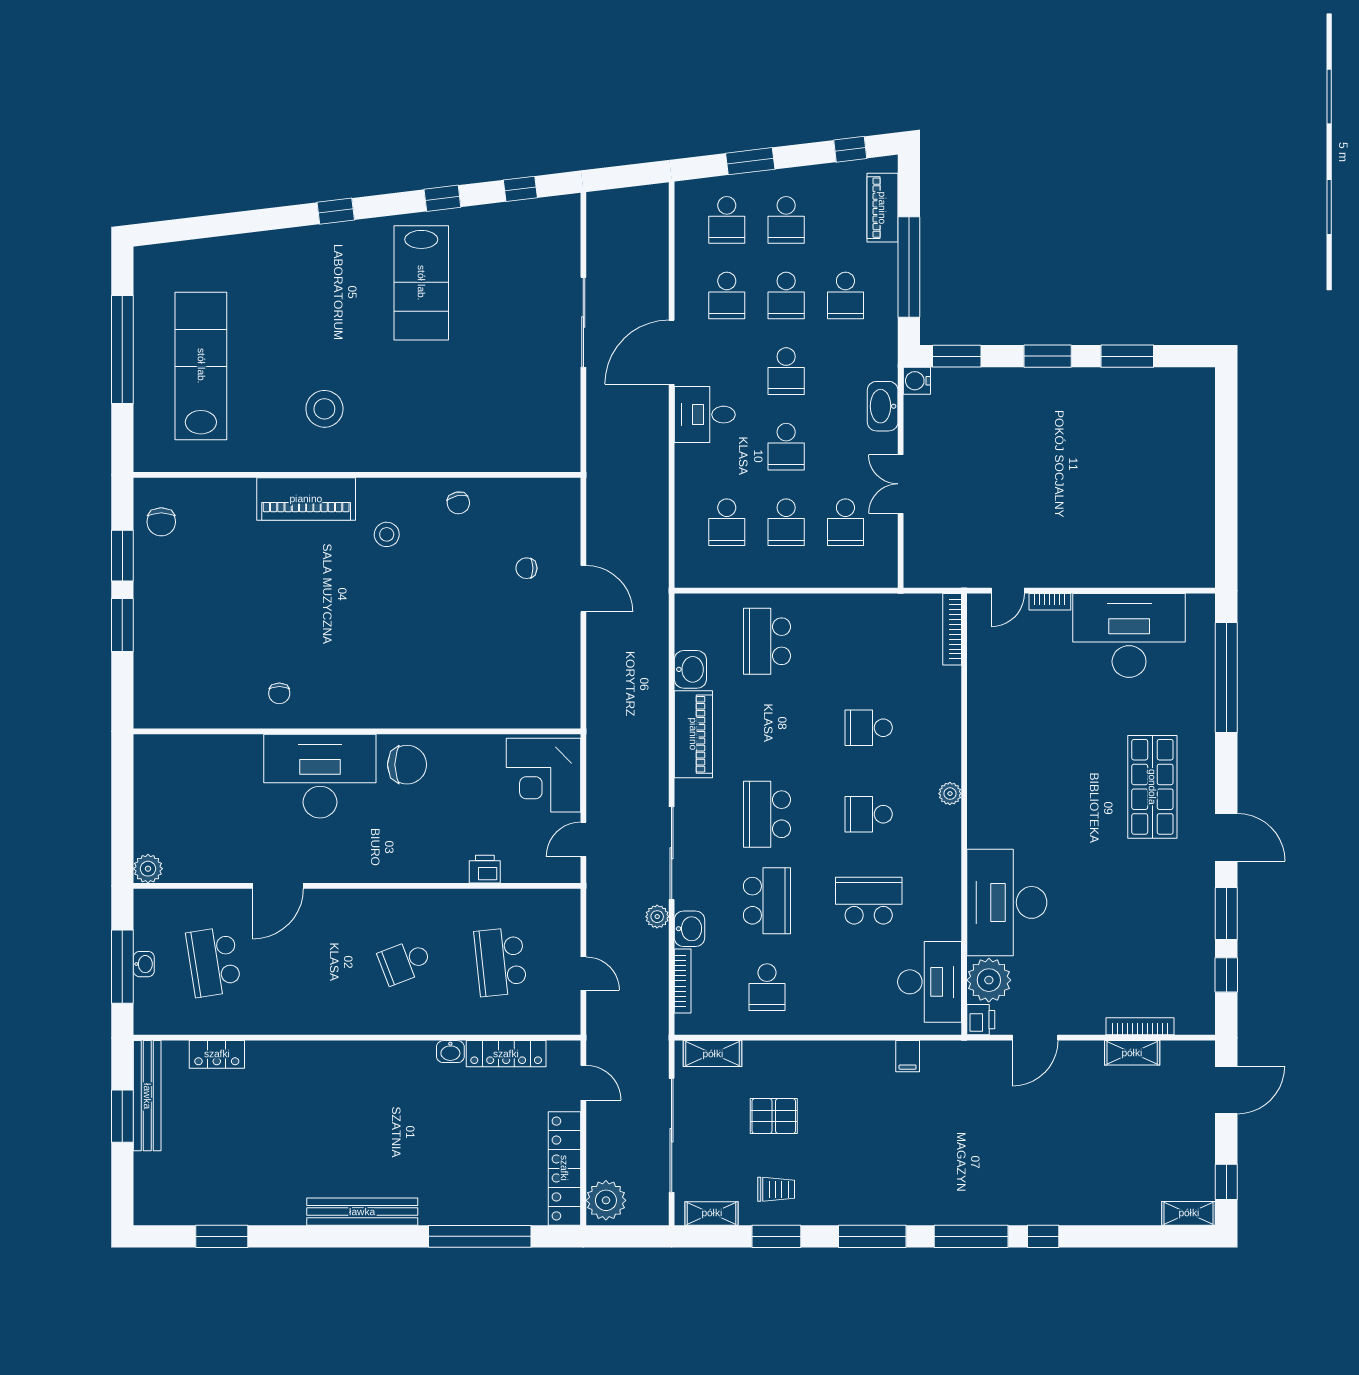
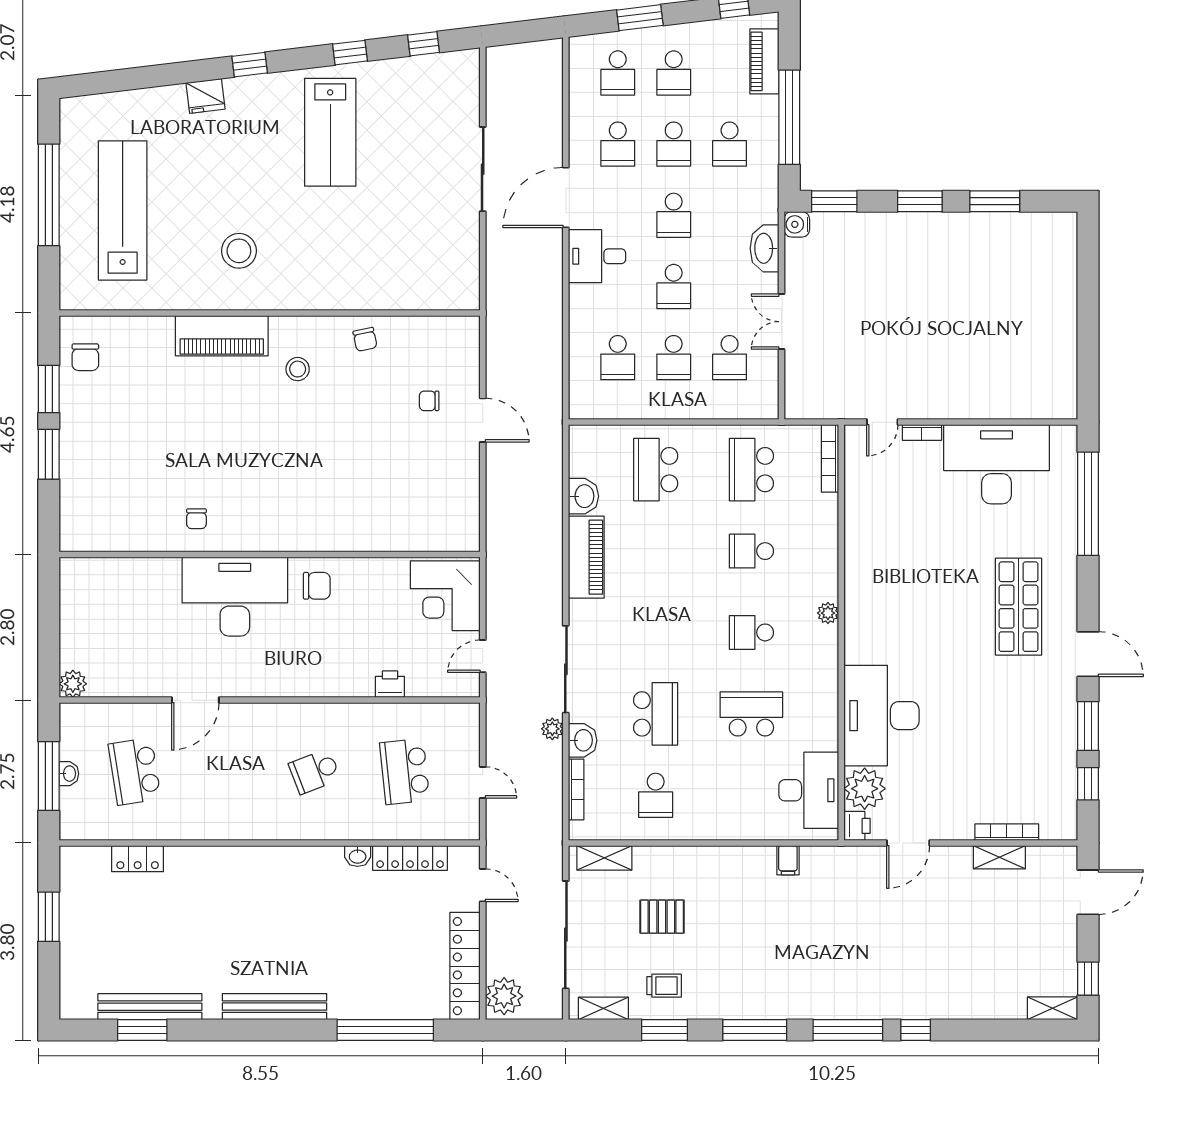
fridge: (289, 244) -> (205, 96), added
chair: (407, 765) -> (317, 586), width x0.73, depth x0.73
school desk: (767, 814) -> (751, 470), moved
bench: (147, 1096) -> (150, 1007), moved, turned 90

